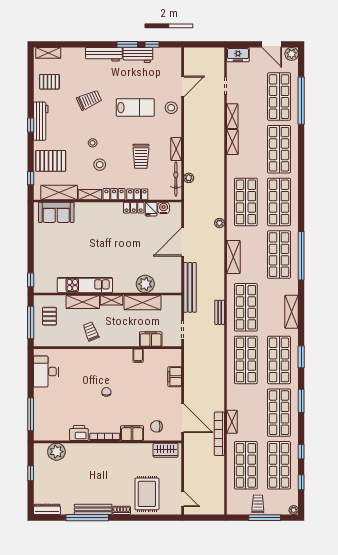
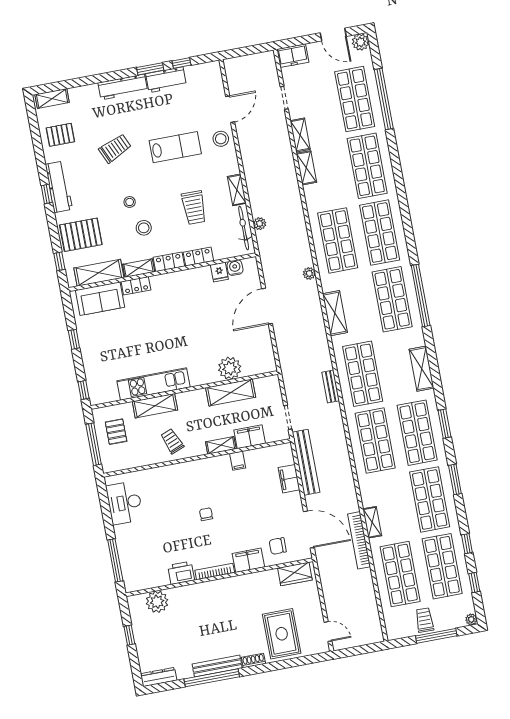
locker: (134, 208) -> (136, 286), moved
window: (31, 240) -> (74, 339), added
bench: (190, 287) -> (306, 462), moved
shelving: (112, 300) -> (221, 445), moved

